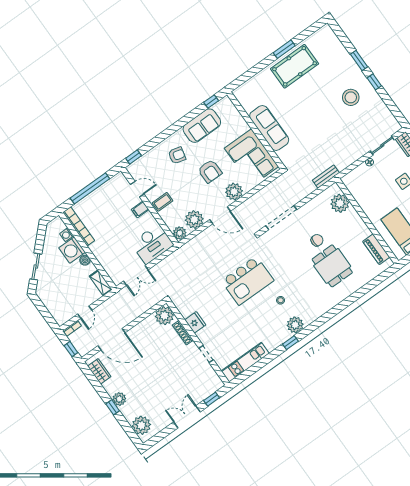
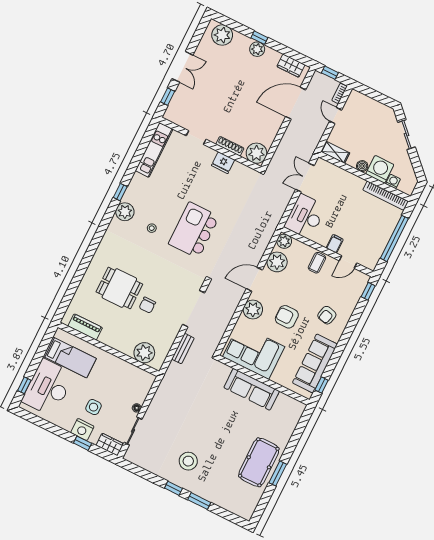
sofa: (202, 126) -> (315, 363), width x1.36
bench: (326, 177) -> (183, 349), moved

